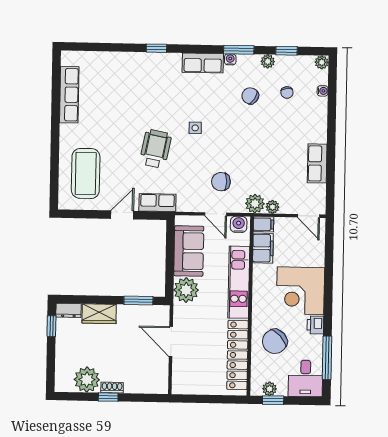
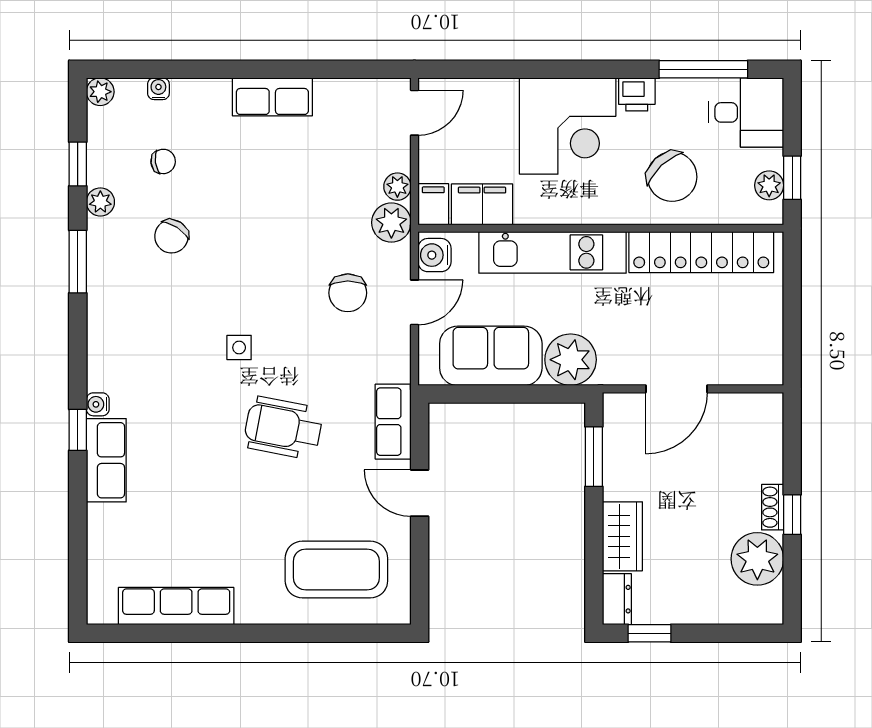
water cooler: (230, 59) -> (98, 404), moved
row of seats: (203, 63) -> (106, 460), moved
row of seats: (317, 163) -> (272, 97), moved

